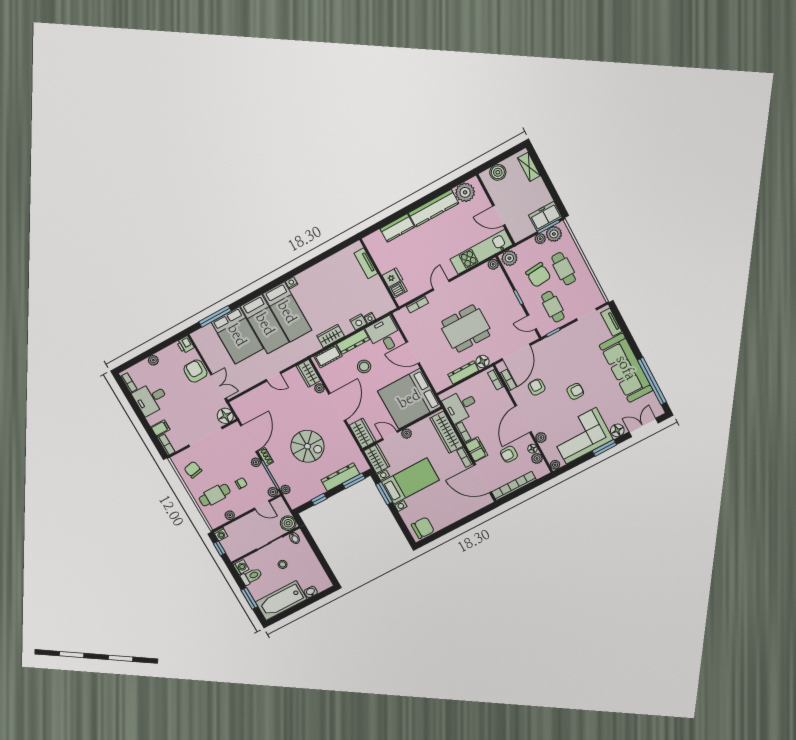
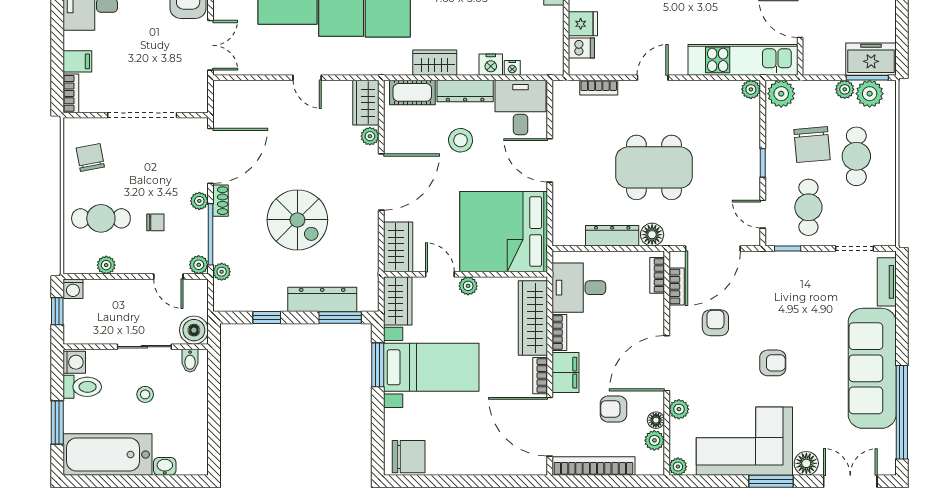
floor lamp: (225, 416) -> (194, 98), removed

